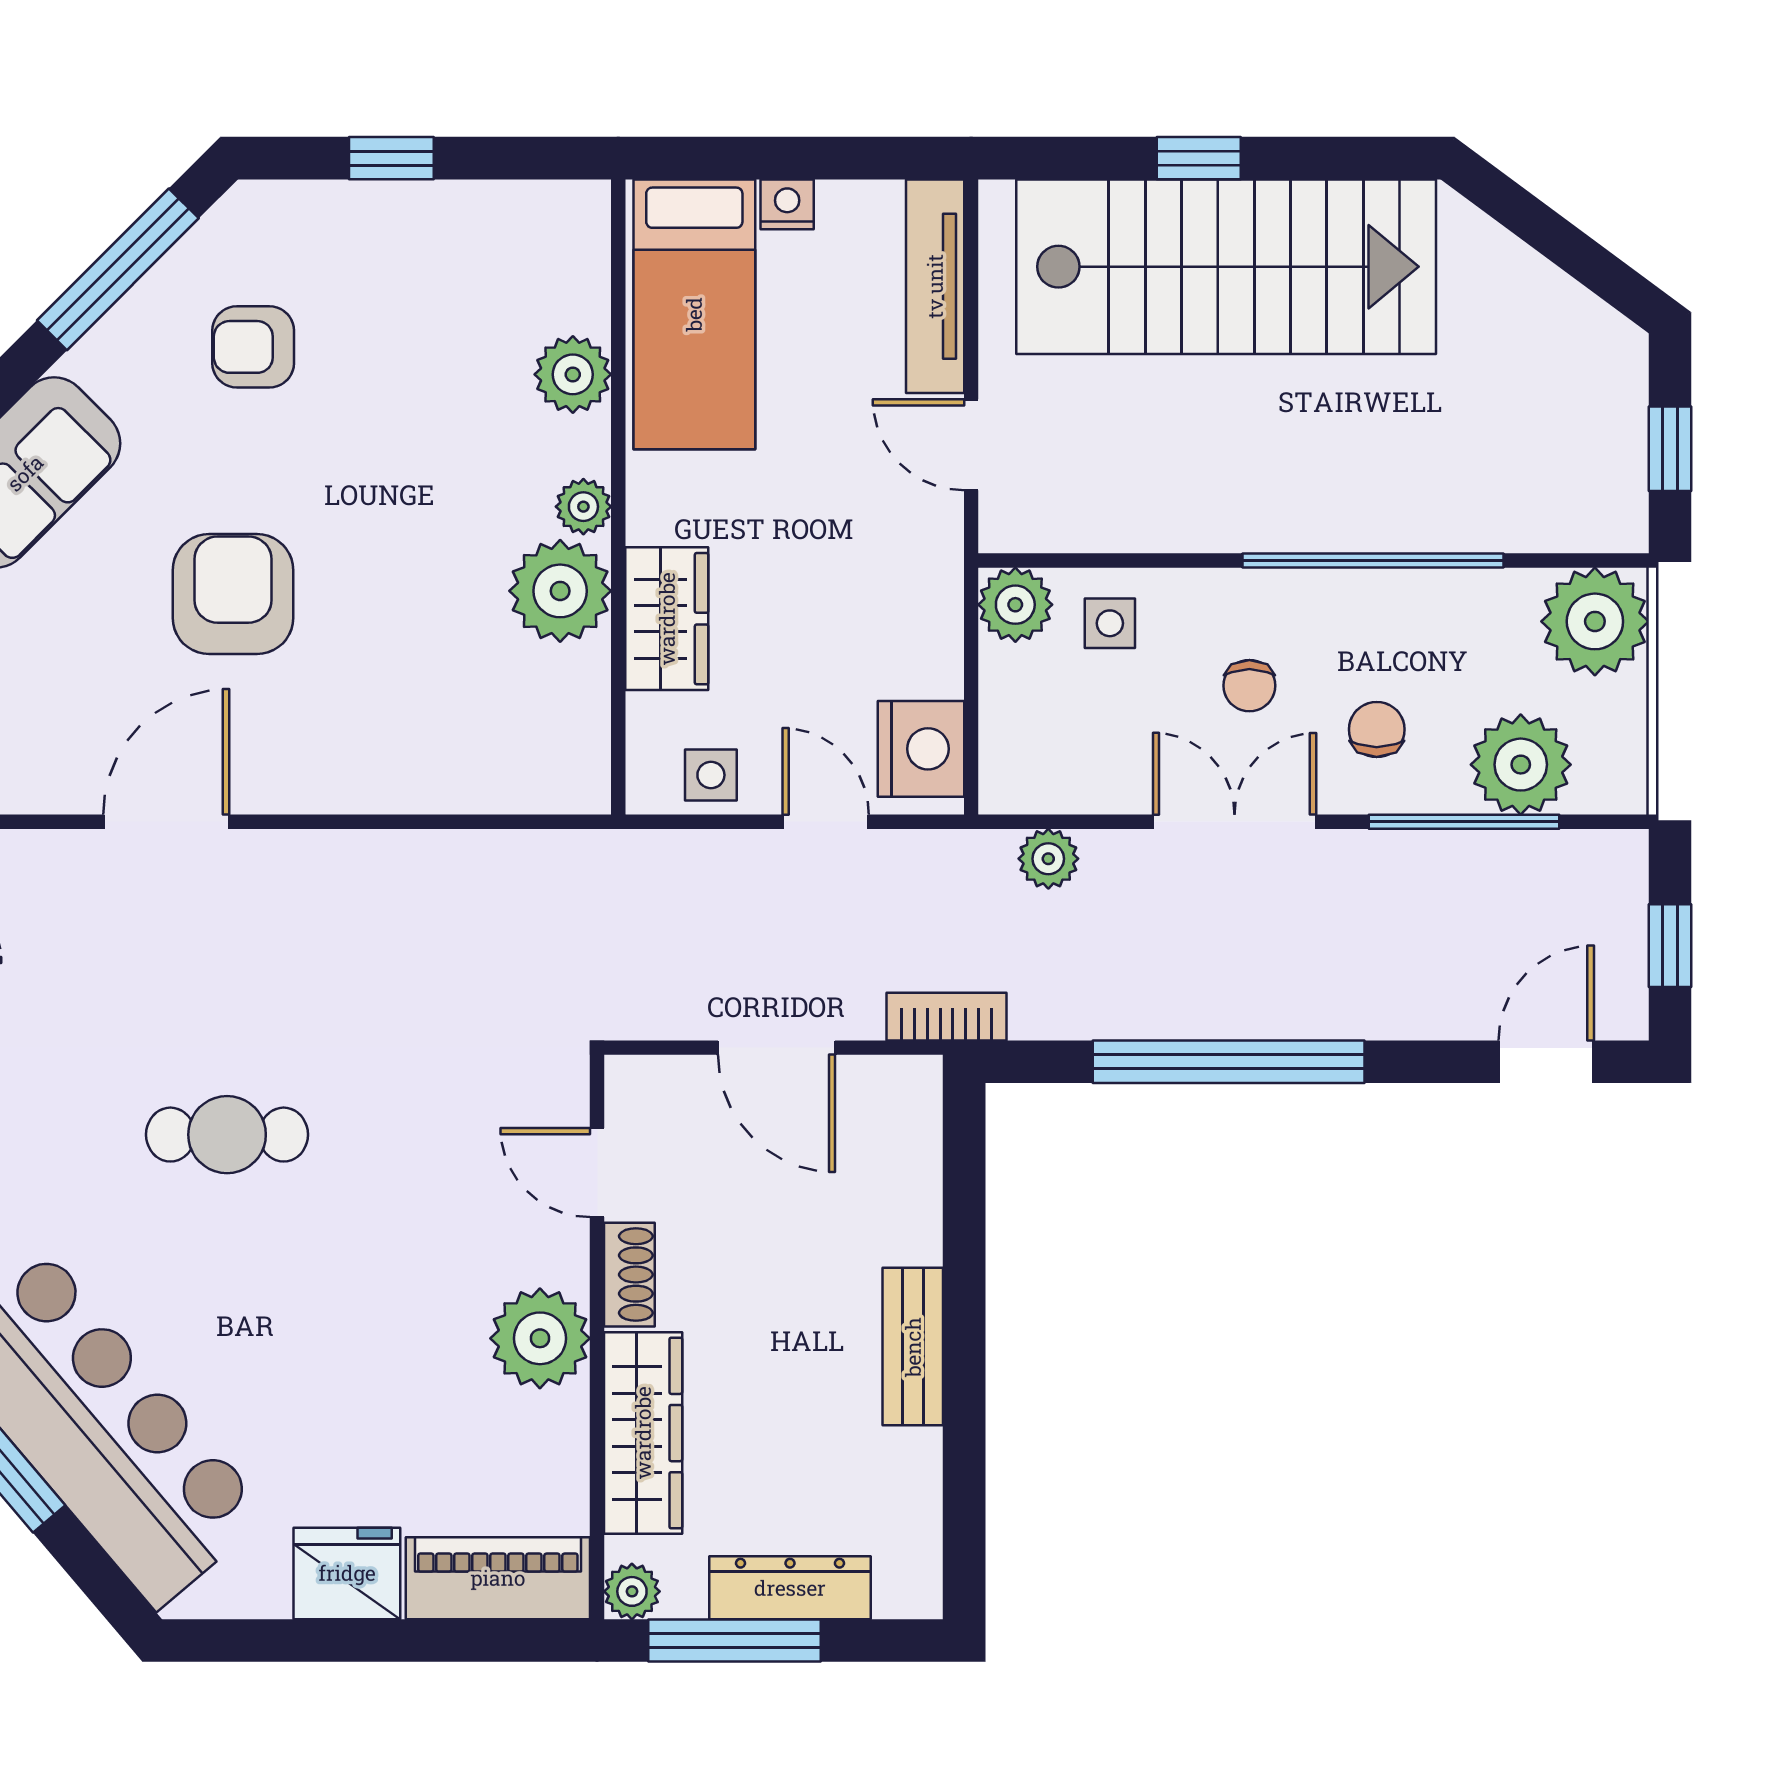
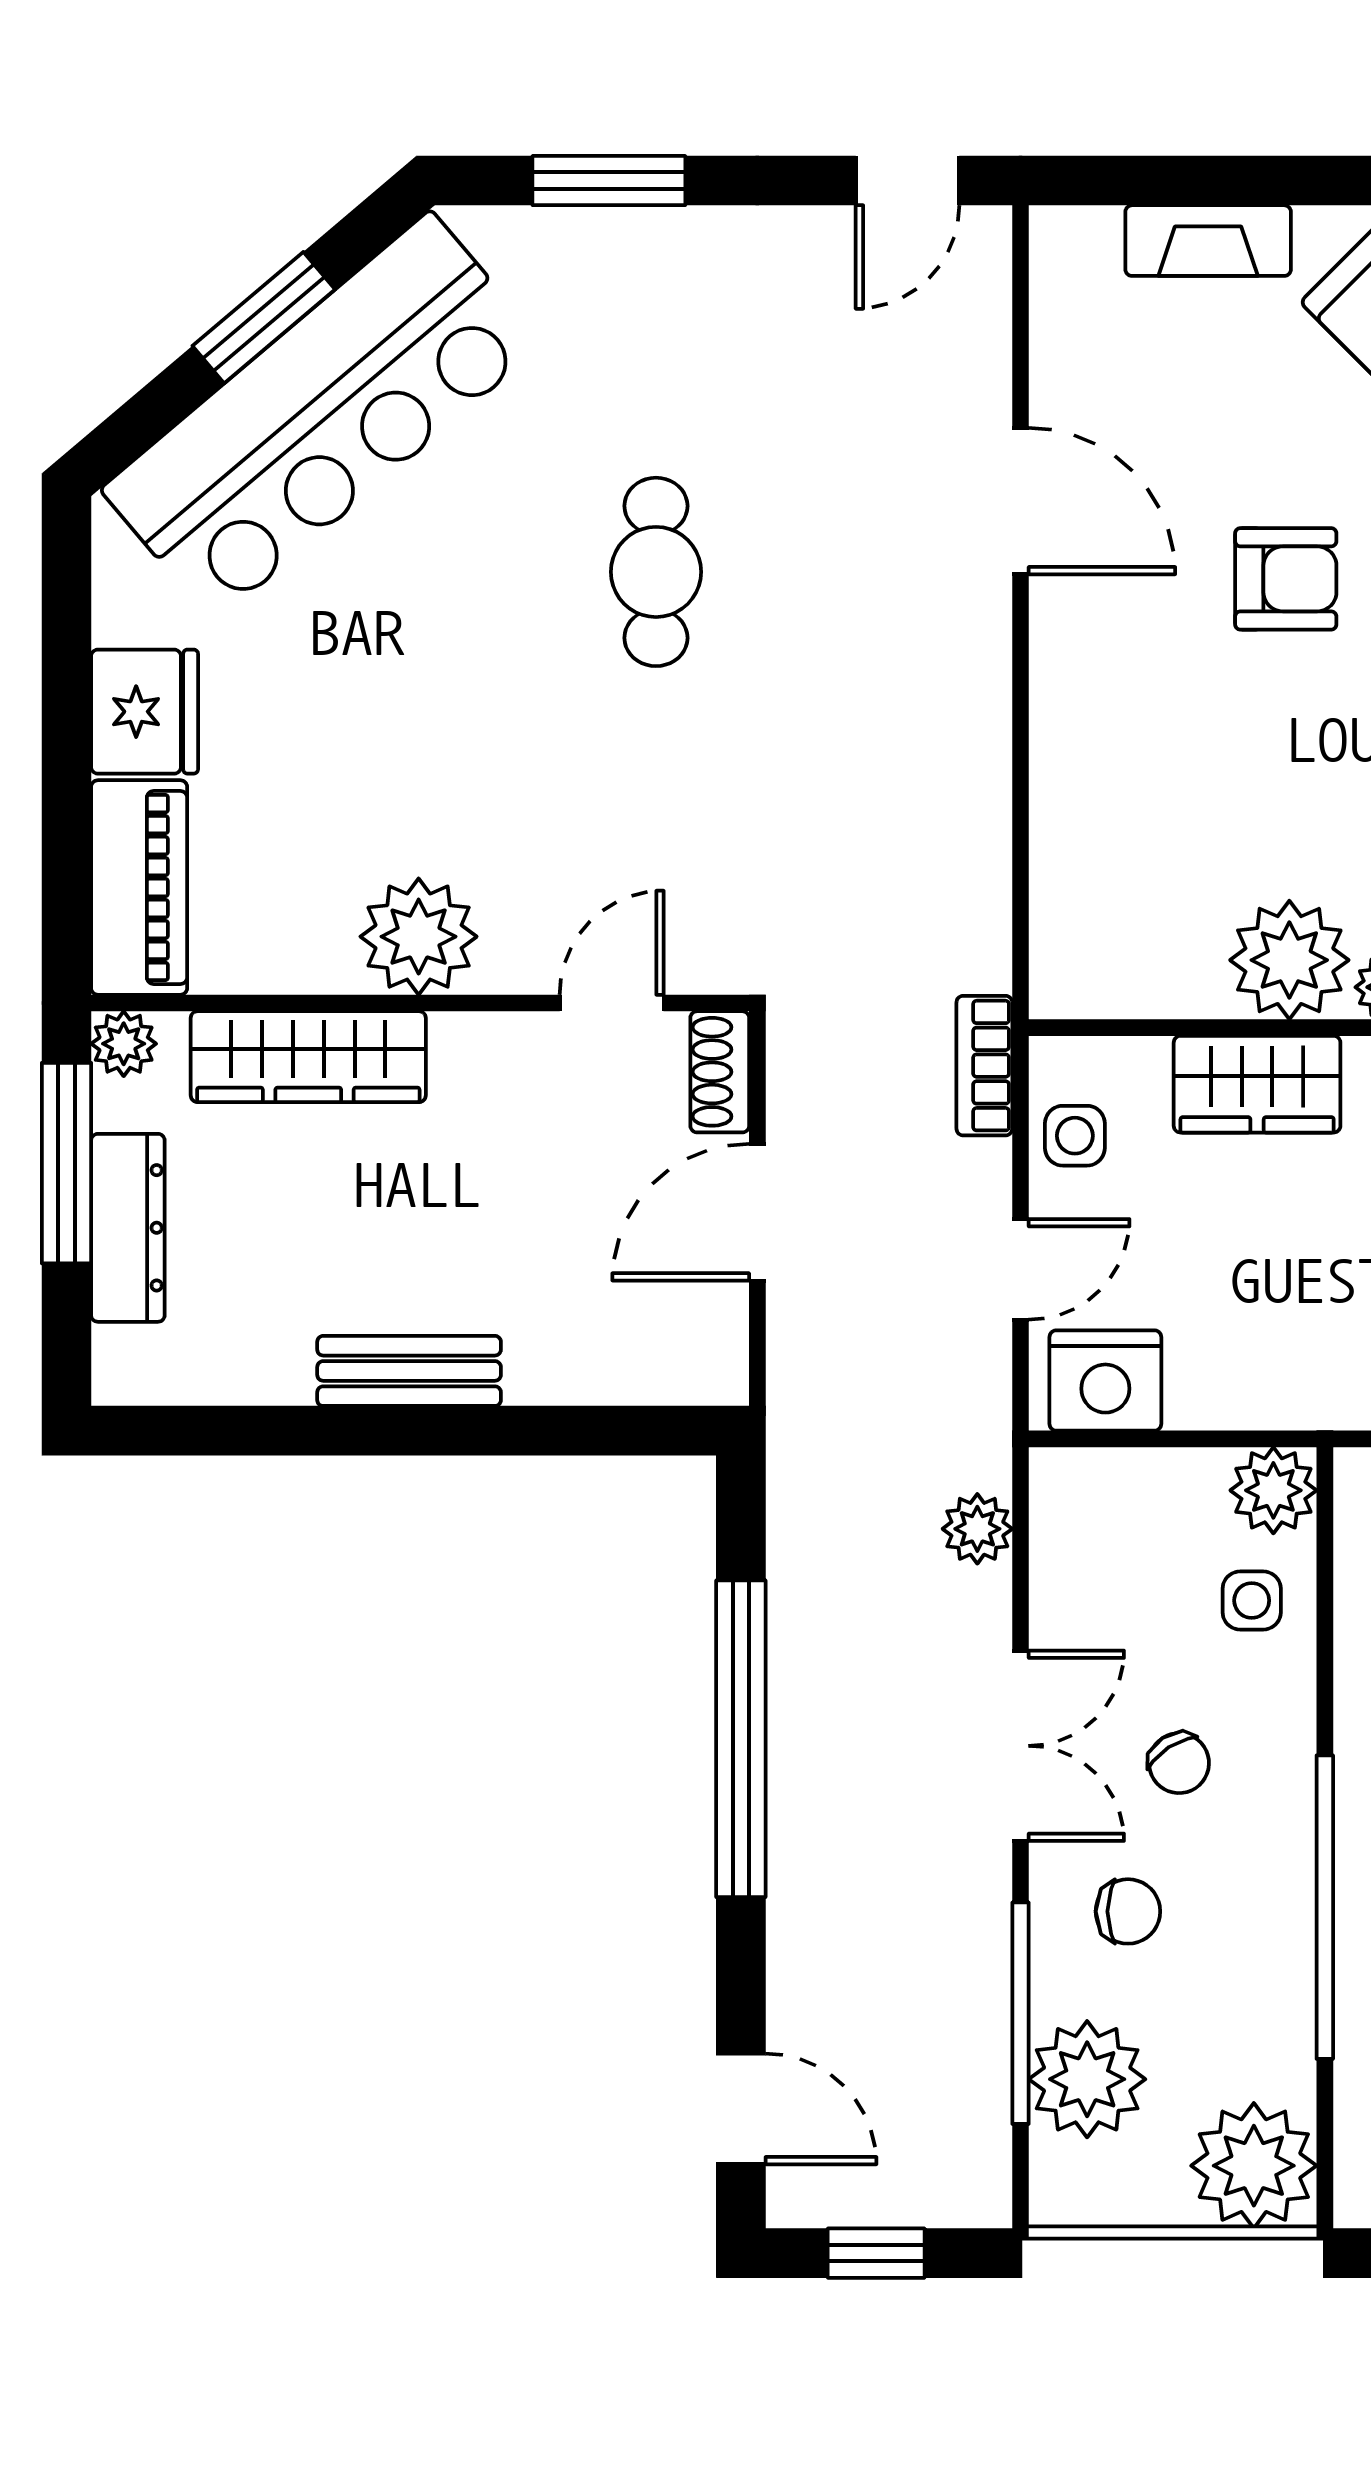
armchair: (233, 594) -> (1286, 579), width x0.72, depth x0.72
chair: (1249, 686) -> (1179, 1763), turned -123
bookcase: (946, 1017) -> (984, 1066), moved, turned 180
shoe rack: (629, 1275) -> (720, 1072), moved, turned 90

